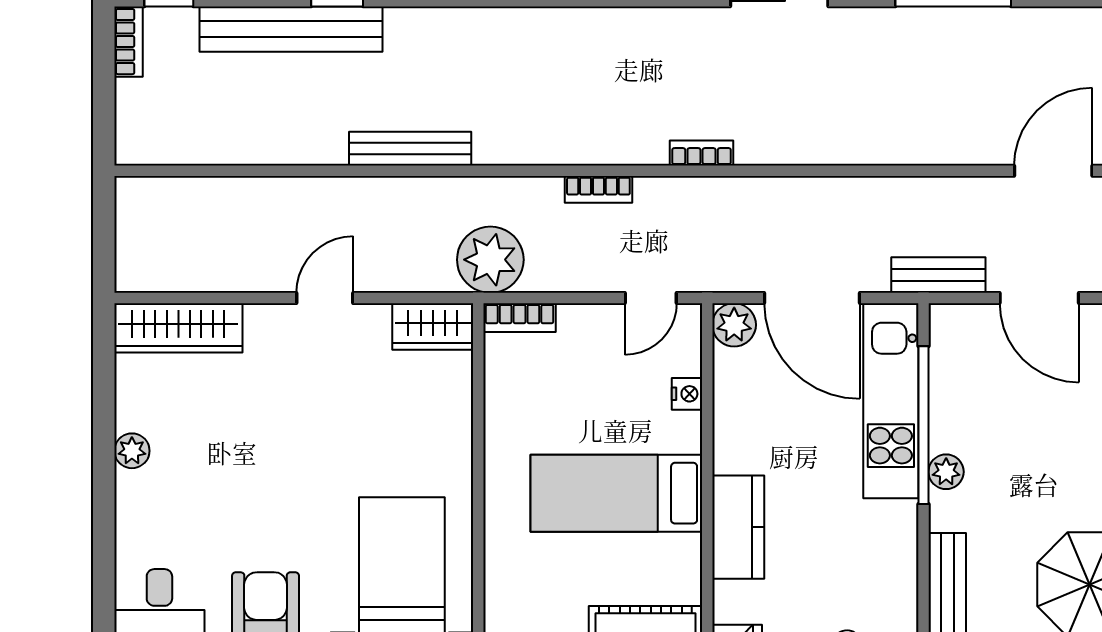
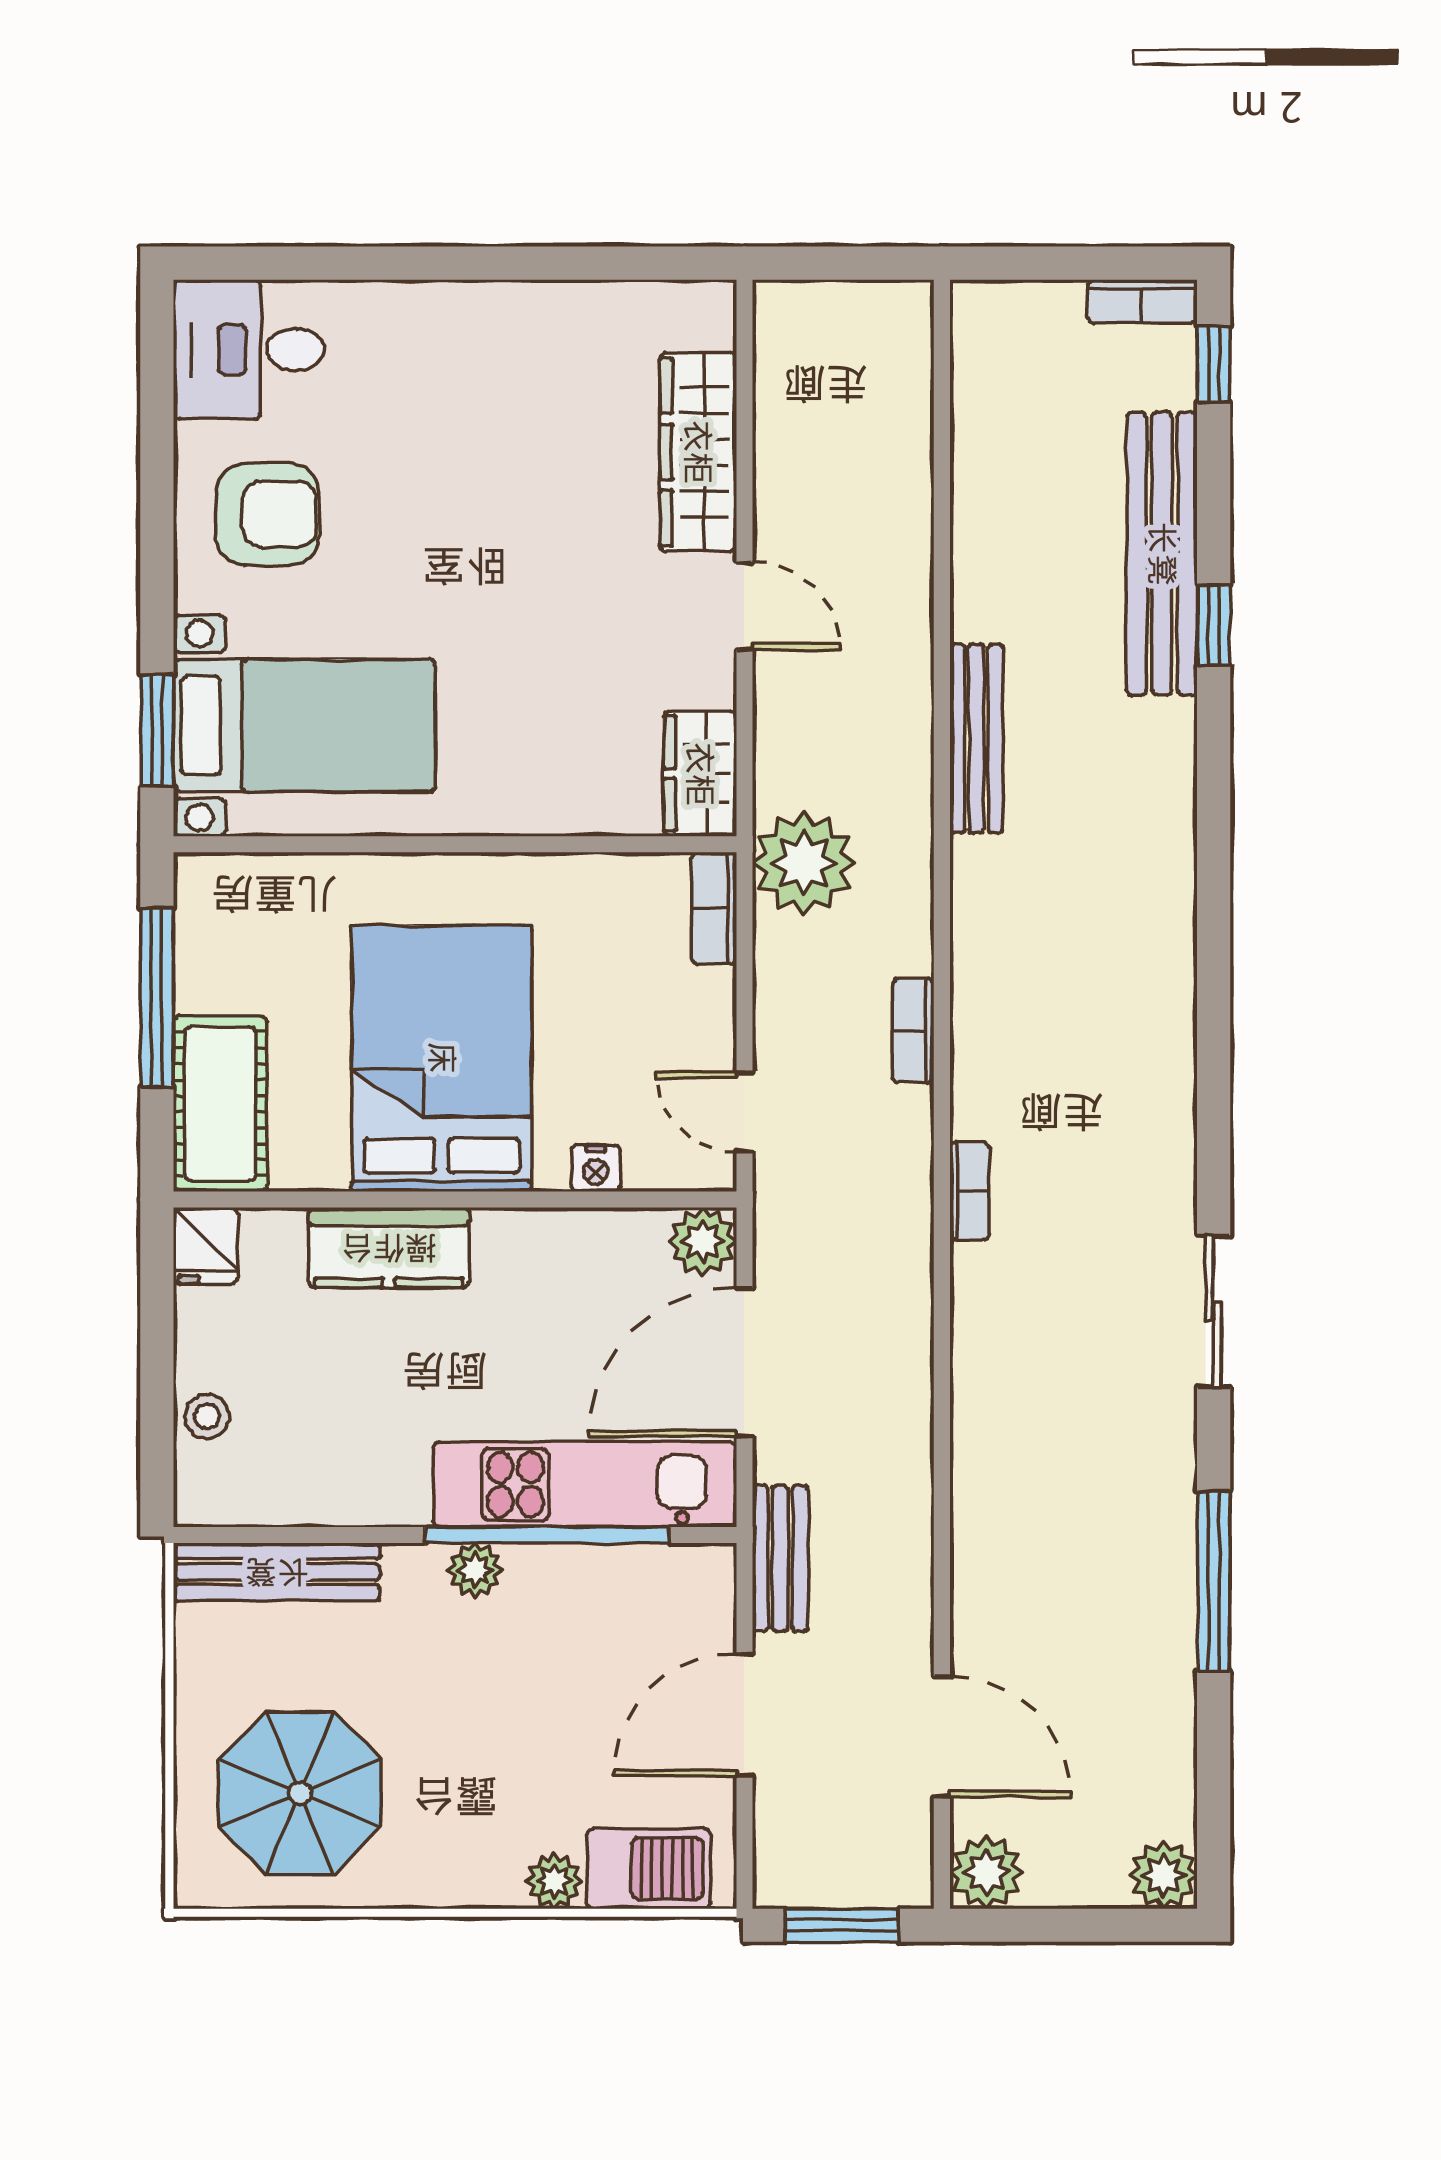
wardrobe: (178, 328) -> (698, 452), moved
plant: (132, 451) -> (507, 307), removed
bed: (616, 493) -> (442, 1058), width x1.50

